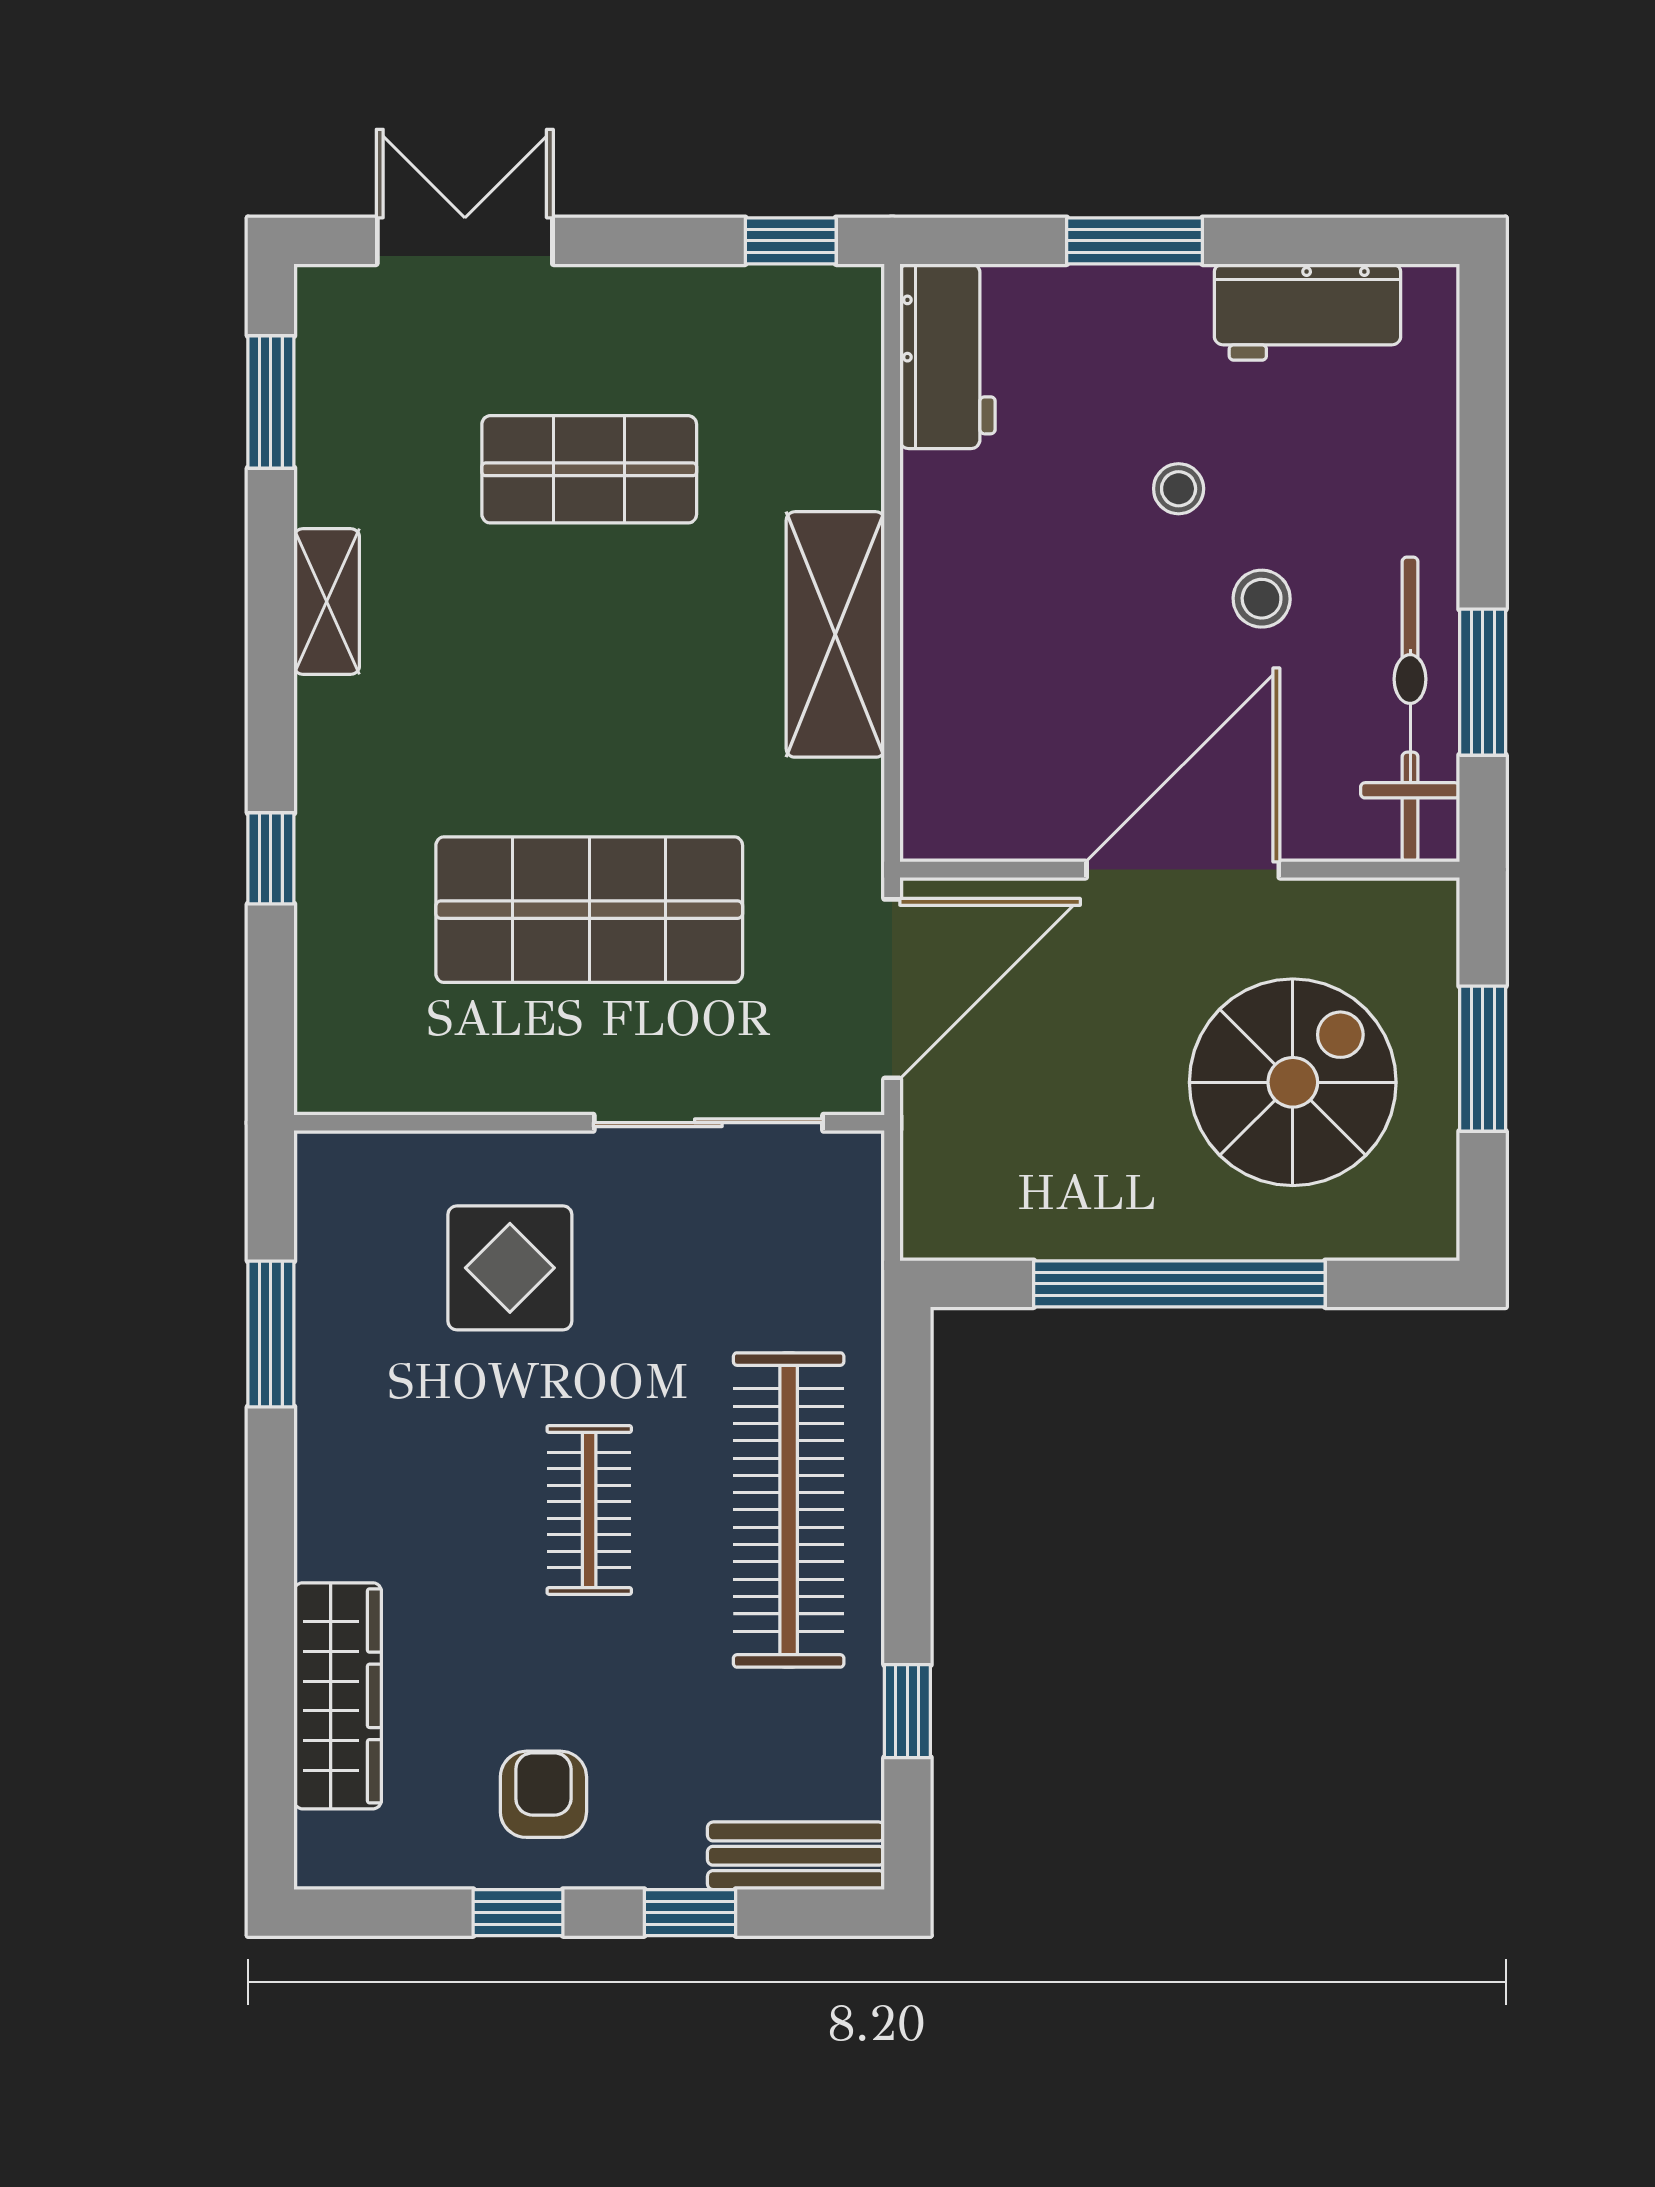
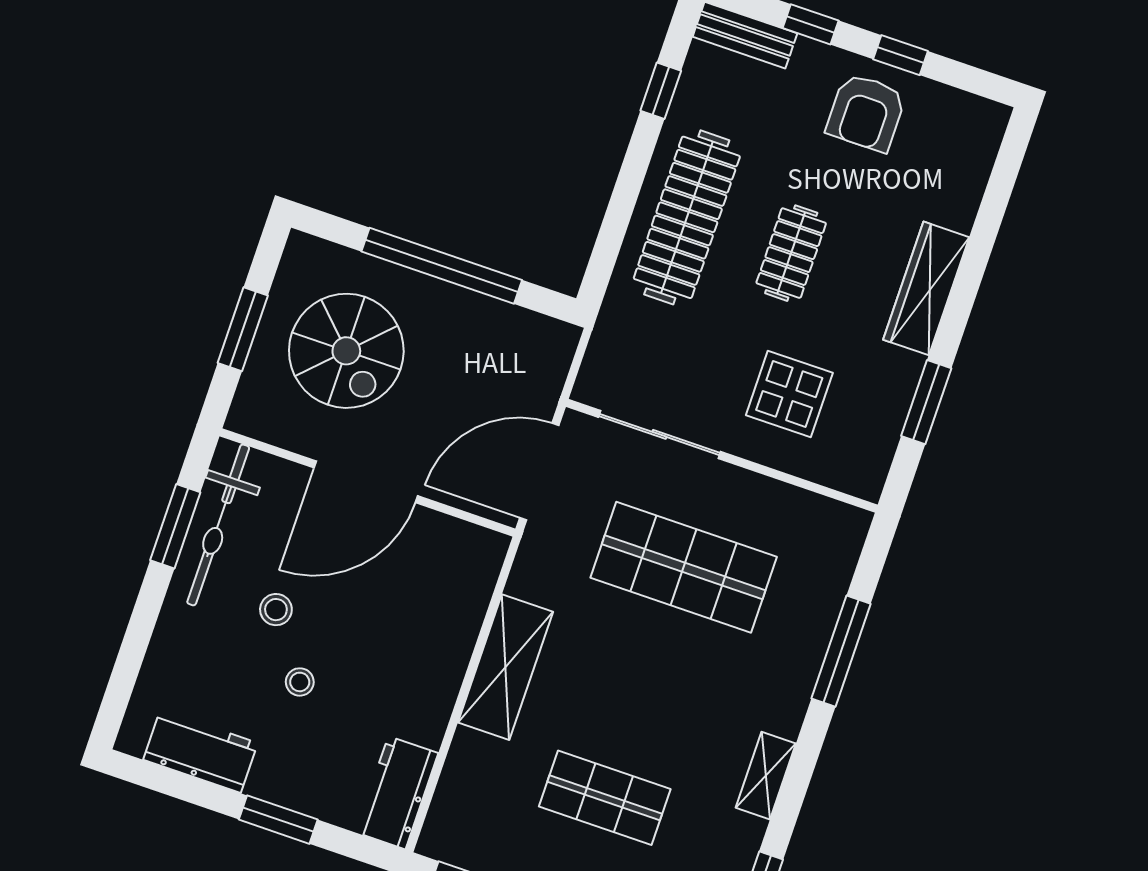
window: (271, 858) -> (841, 651), width x2.17
spiral stairs: (1293, 1082) -> (346, 351), turned -90
wardrobe: (338, 1696) -> (926, 288), moved
armchair: (543, 1794) -> (866, 112), width x1.38, depth x1.38

